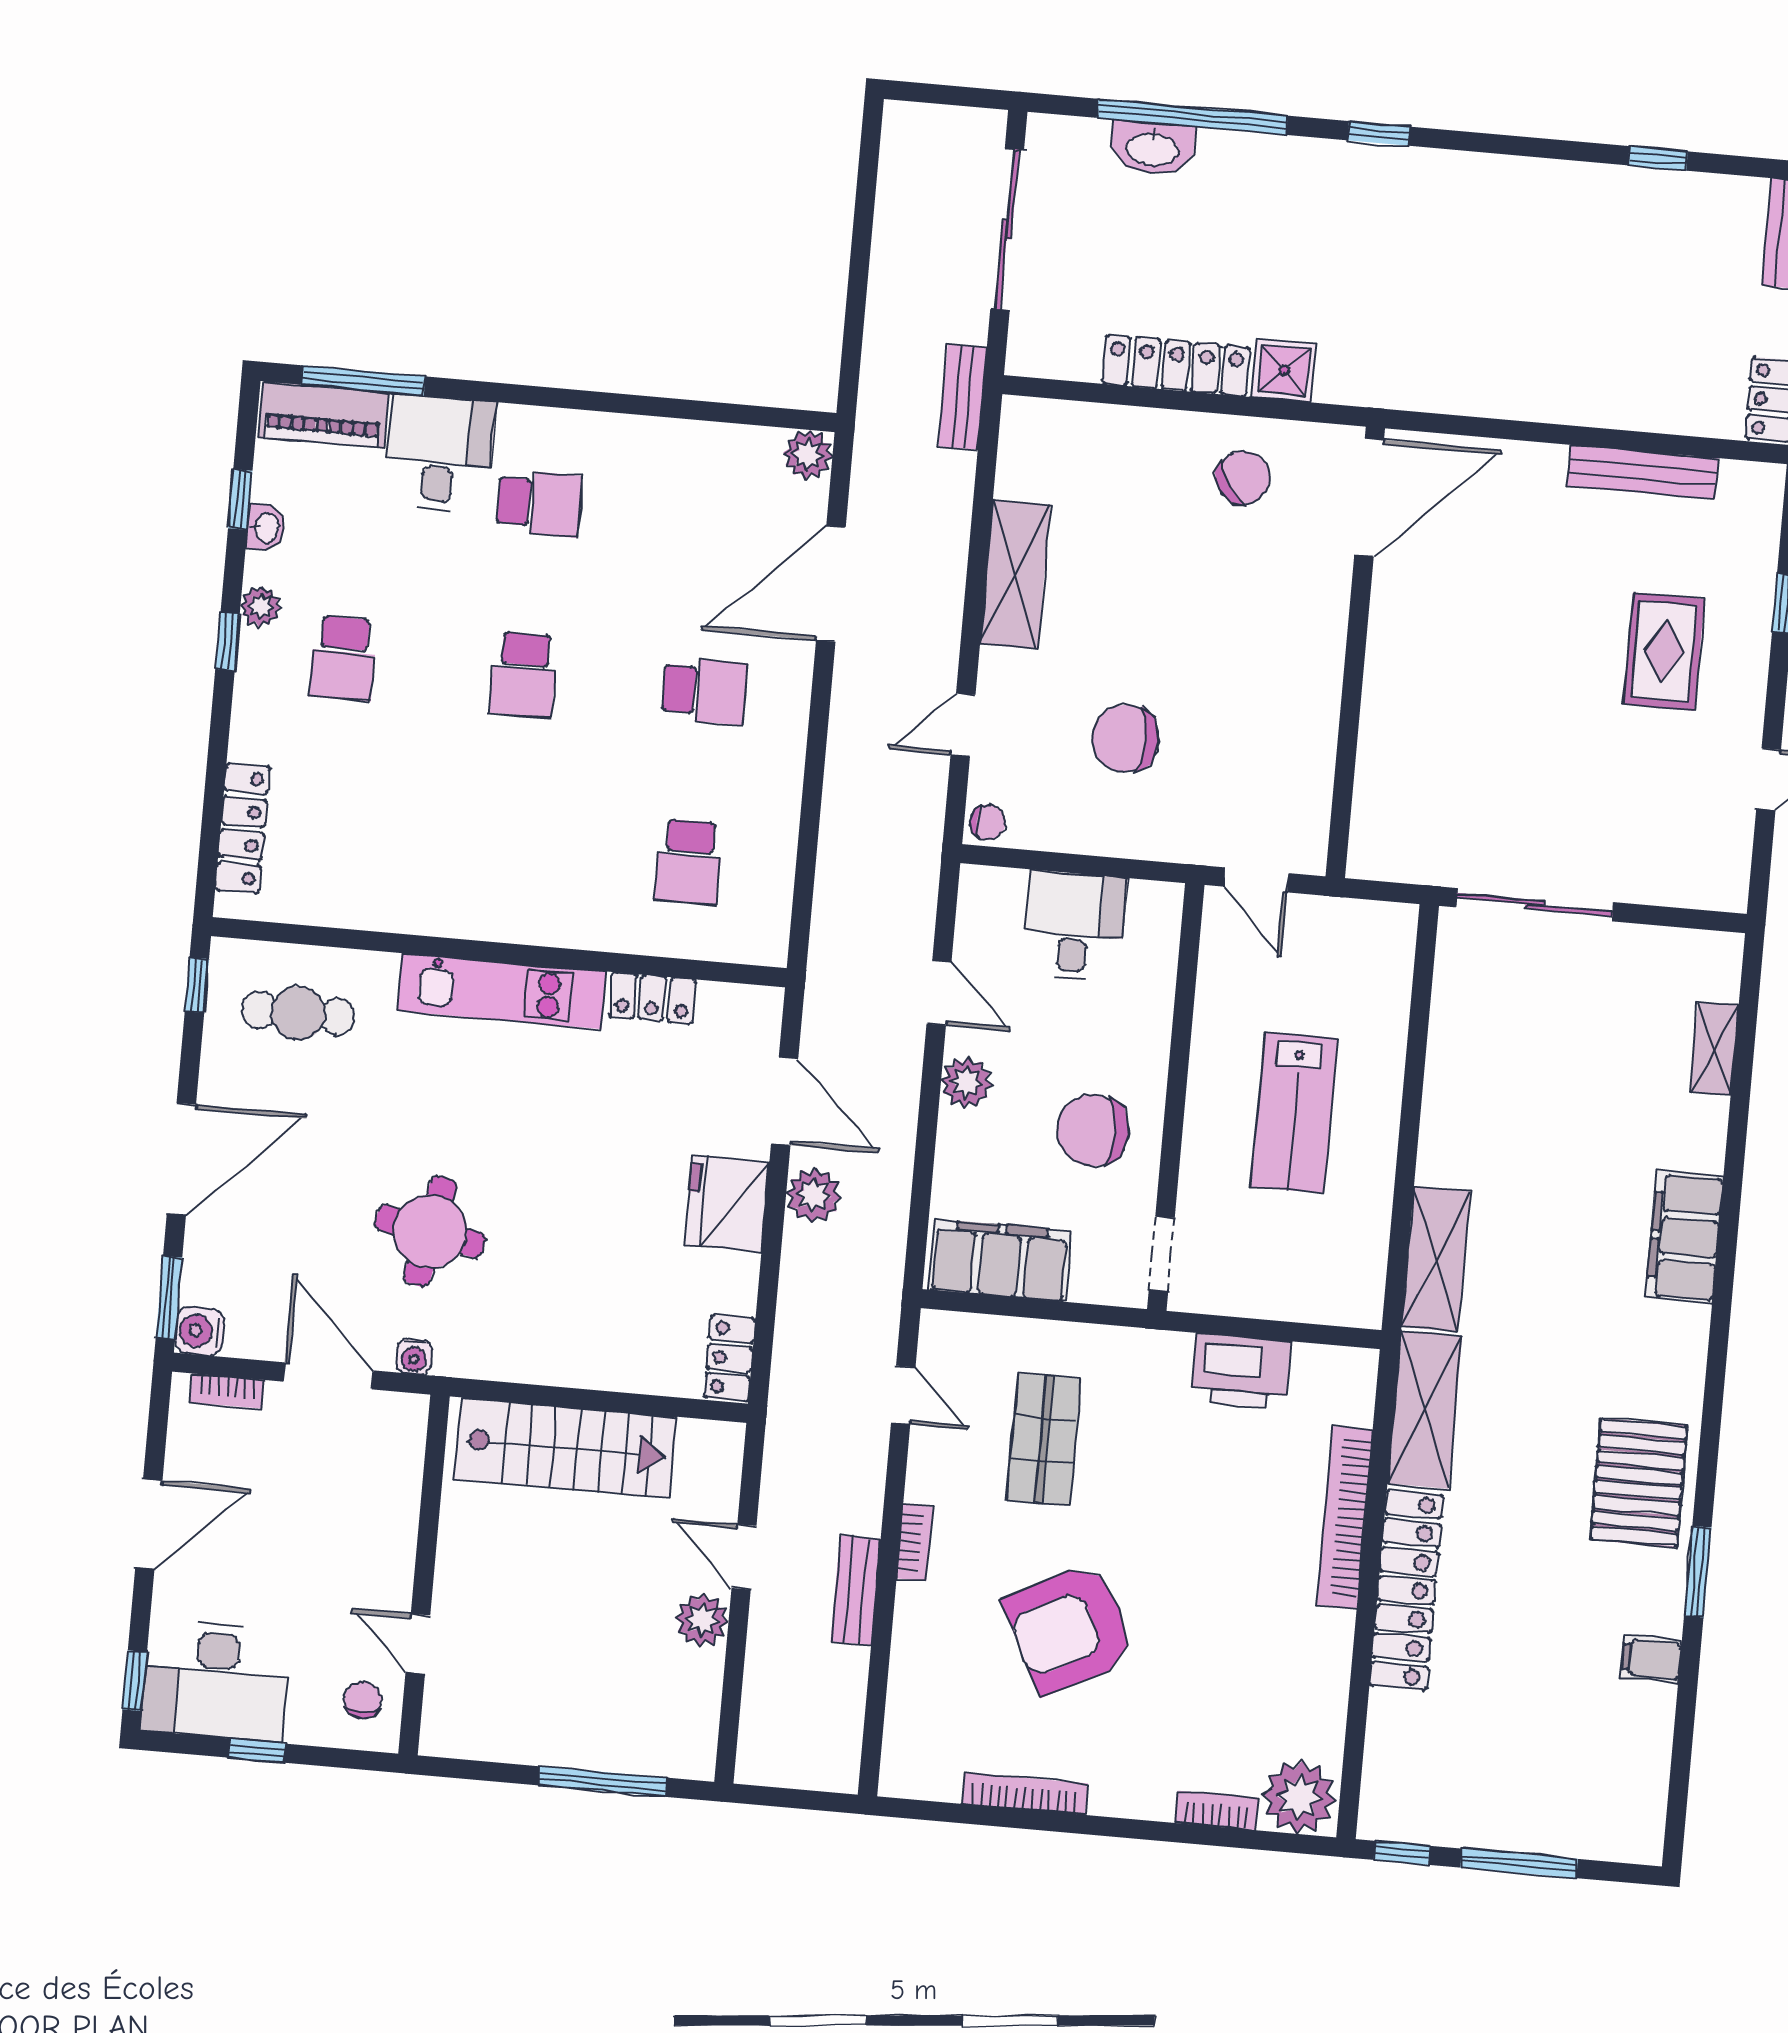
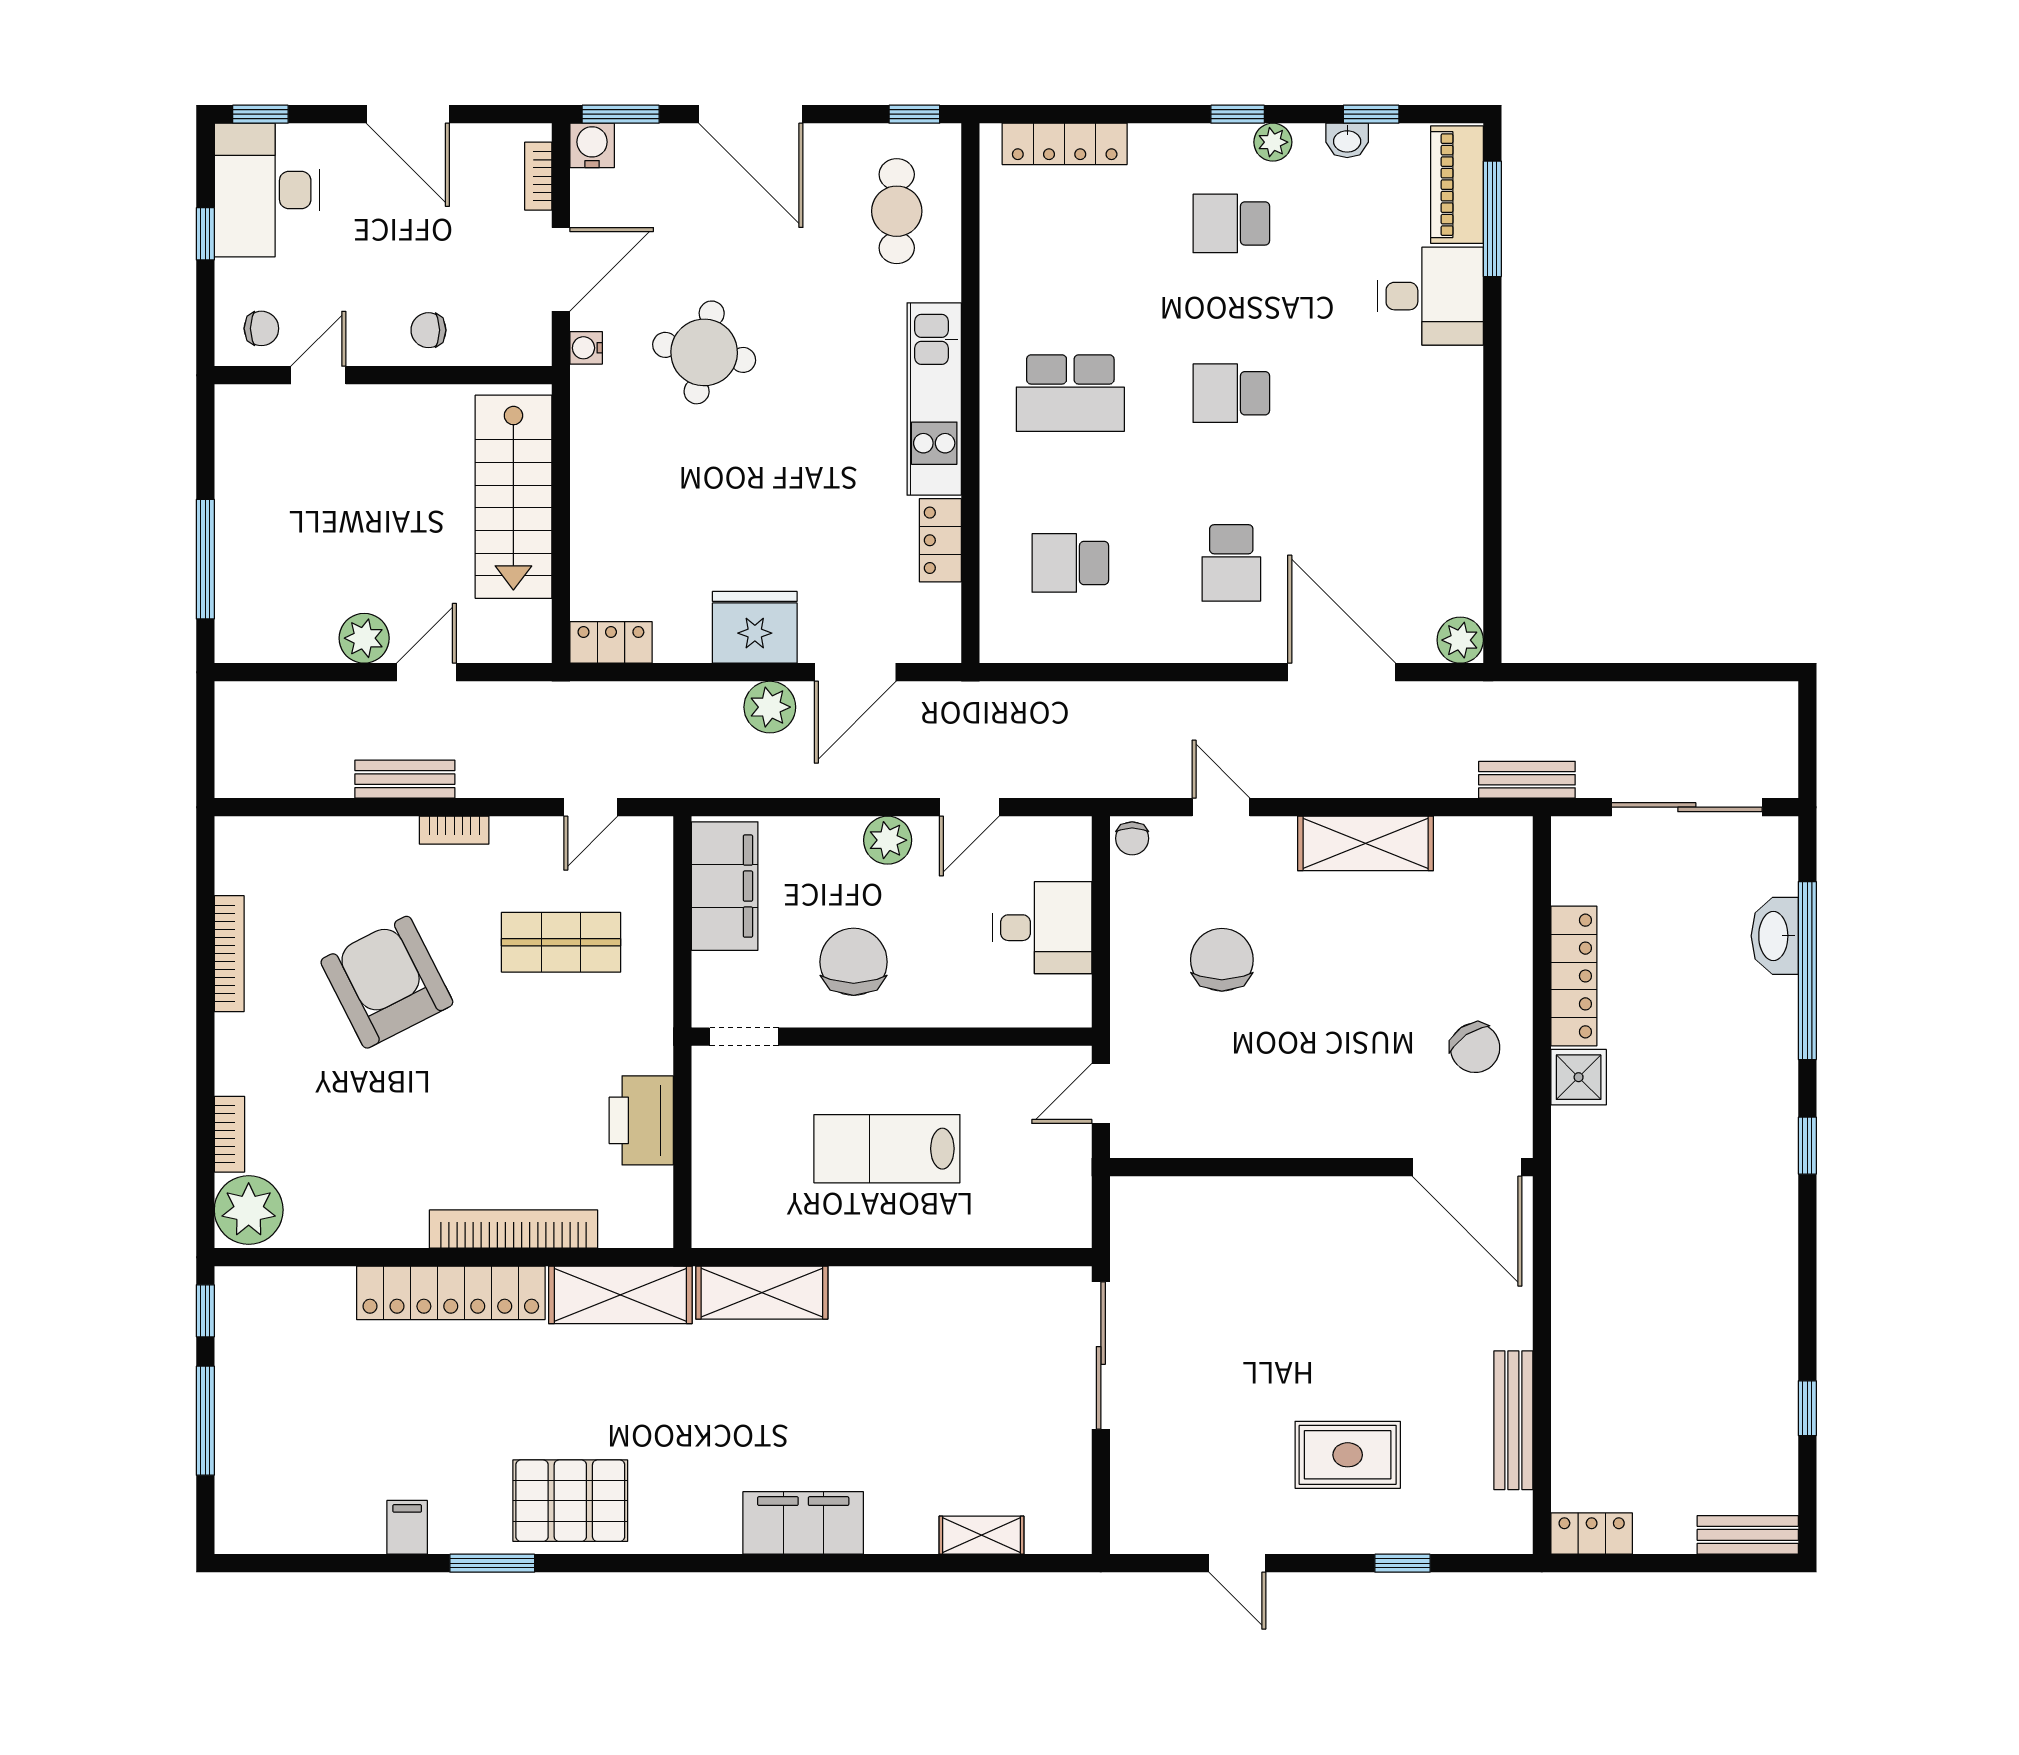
school desk: (539, 503) -> (1070, 393), moved, width x1.85
chair: (380, 1522) -> (428, 330), added

